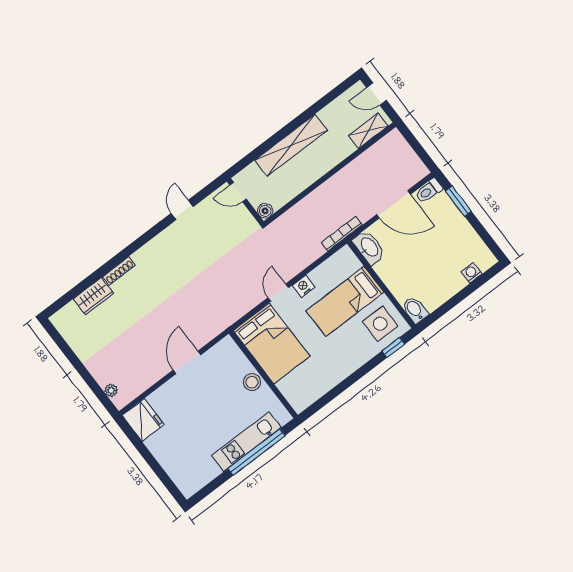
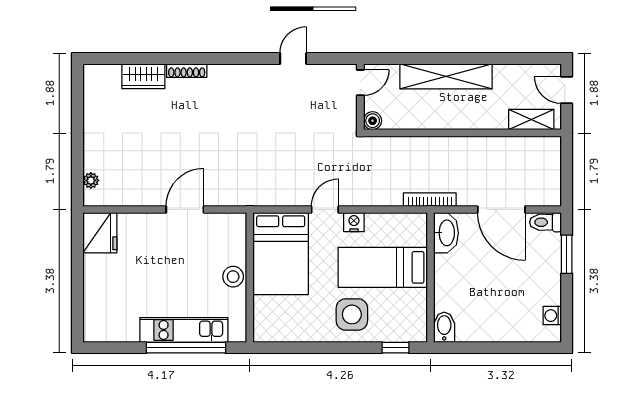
door: (238, 192) -> (360, 83), swing flipped
washing machine: (472, 273) -> (552, 316), moved, turned -90
side table: (380, 324) -> (352, 314), moved

